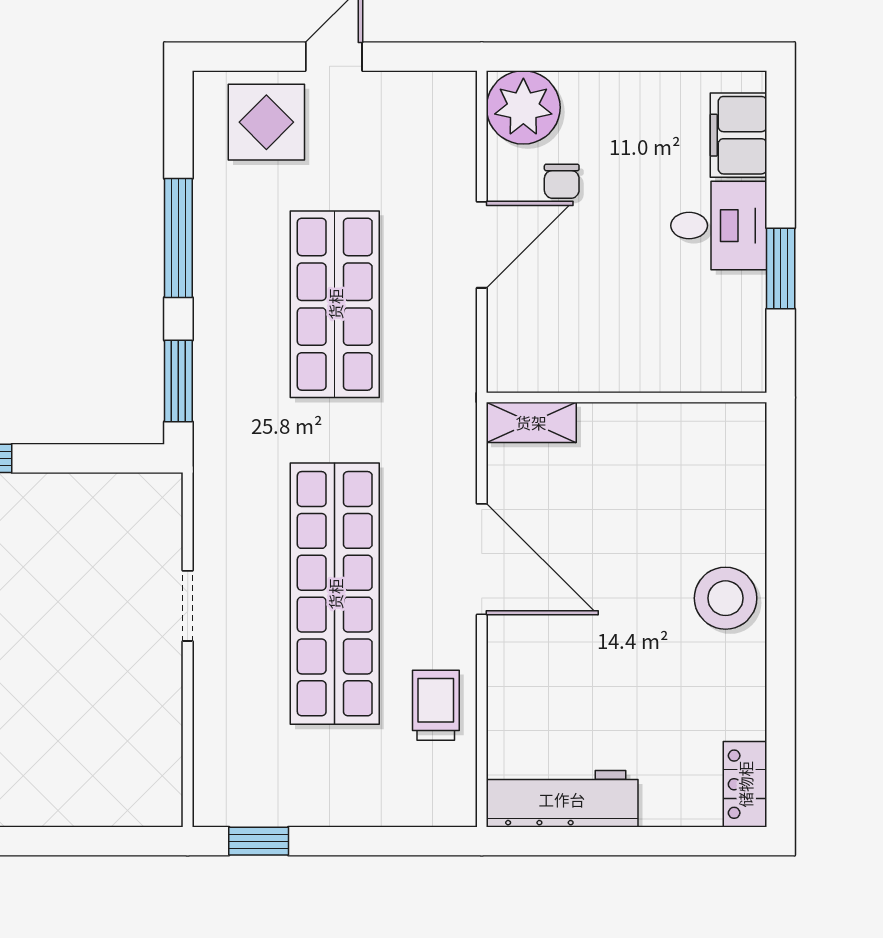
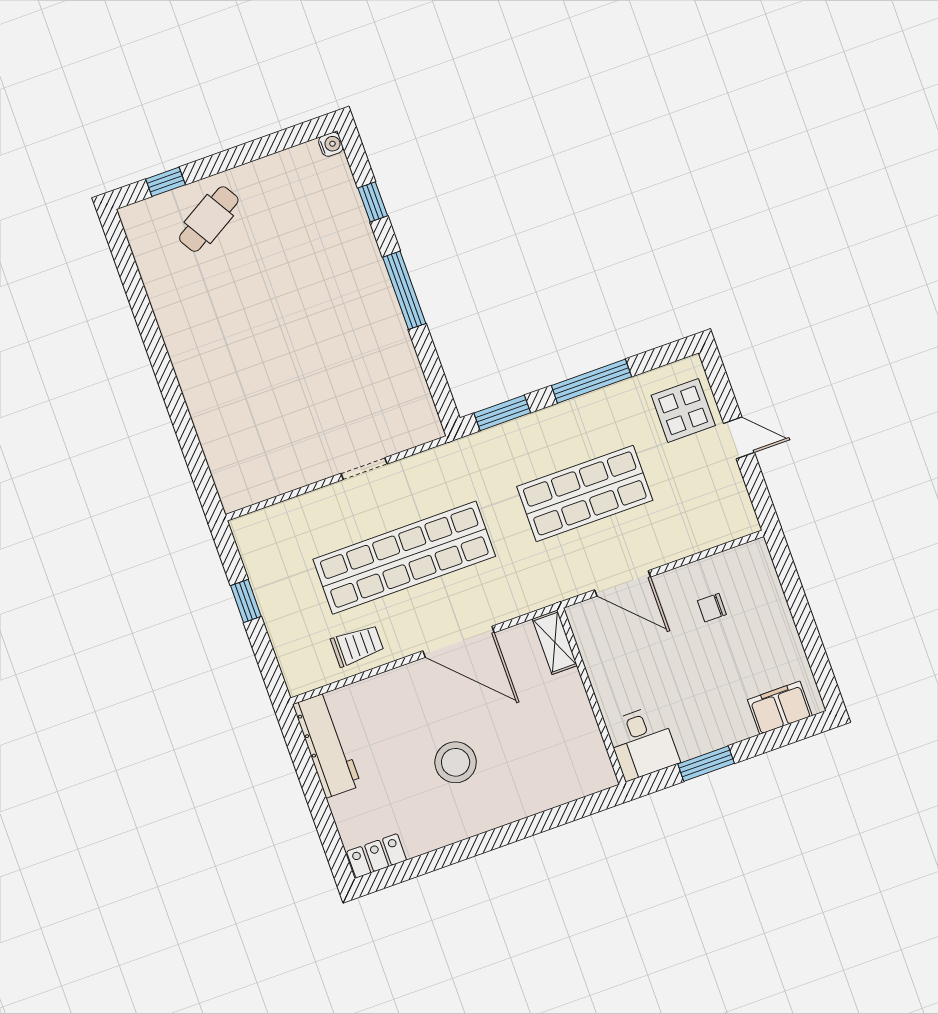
plant: (523, 107) -> (749, 567), removed
desk: (719, 226) -> (642, 743), moved
door: (482, 245) -> (623, 583), moved
door: (482, 559) -> (459, 642), hinge flipped
stool: (726, 598) -> (456, 762), moved
window: (259, 841) -> (246, 601), moved

